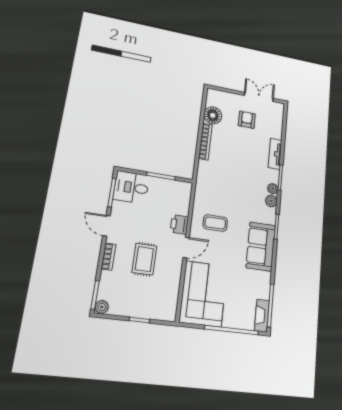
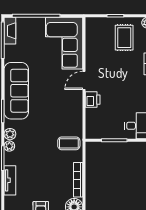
coffee table: (215, 223) -> (69, 143), moved
sofa: (261, 246) -> (16, 91), width x1.36
rug: (144, 259) -> (124, 38), moved

